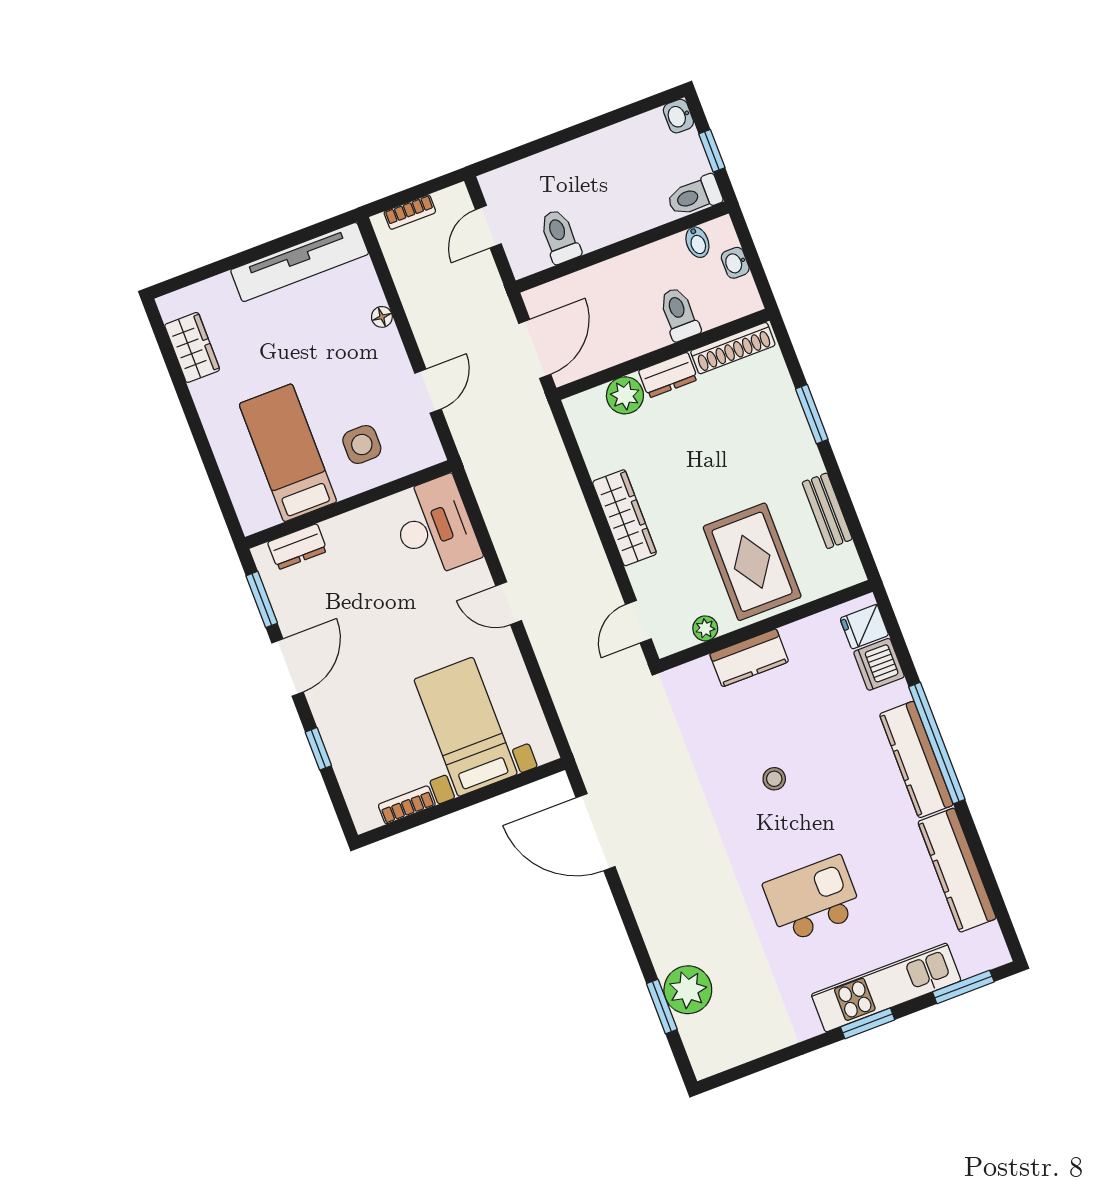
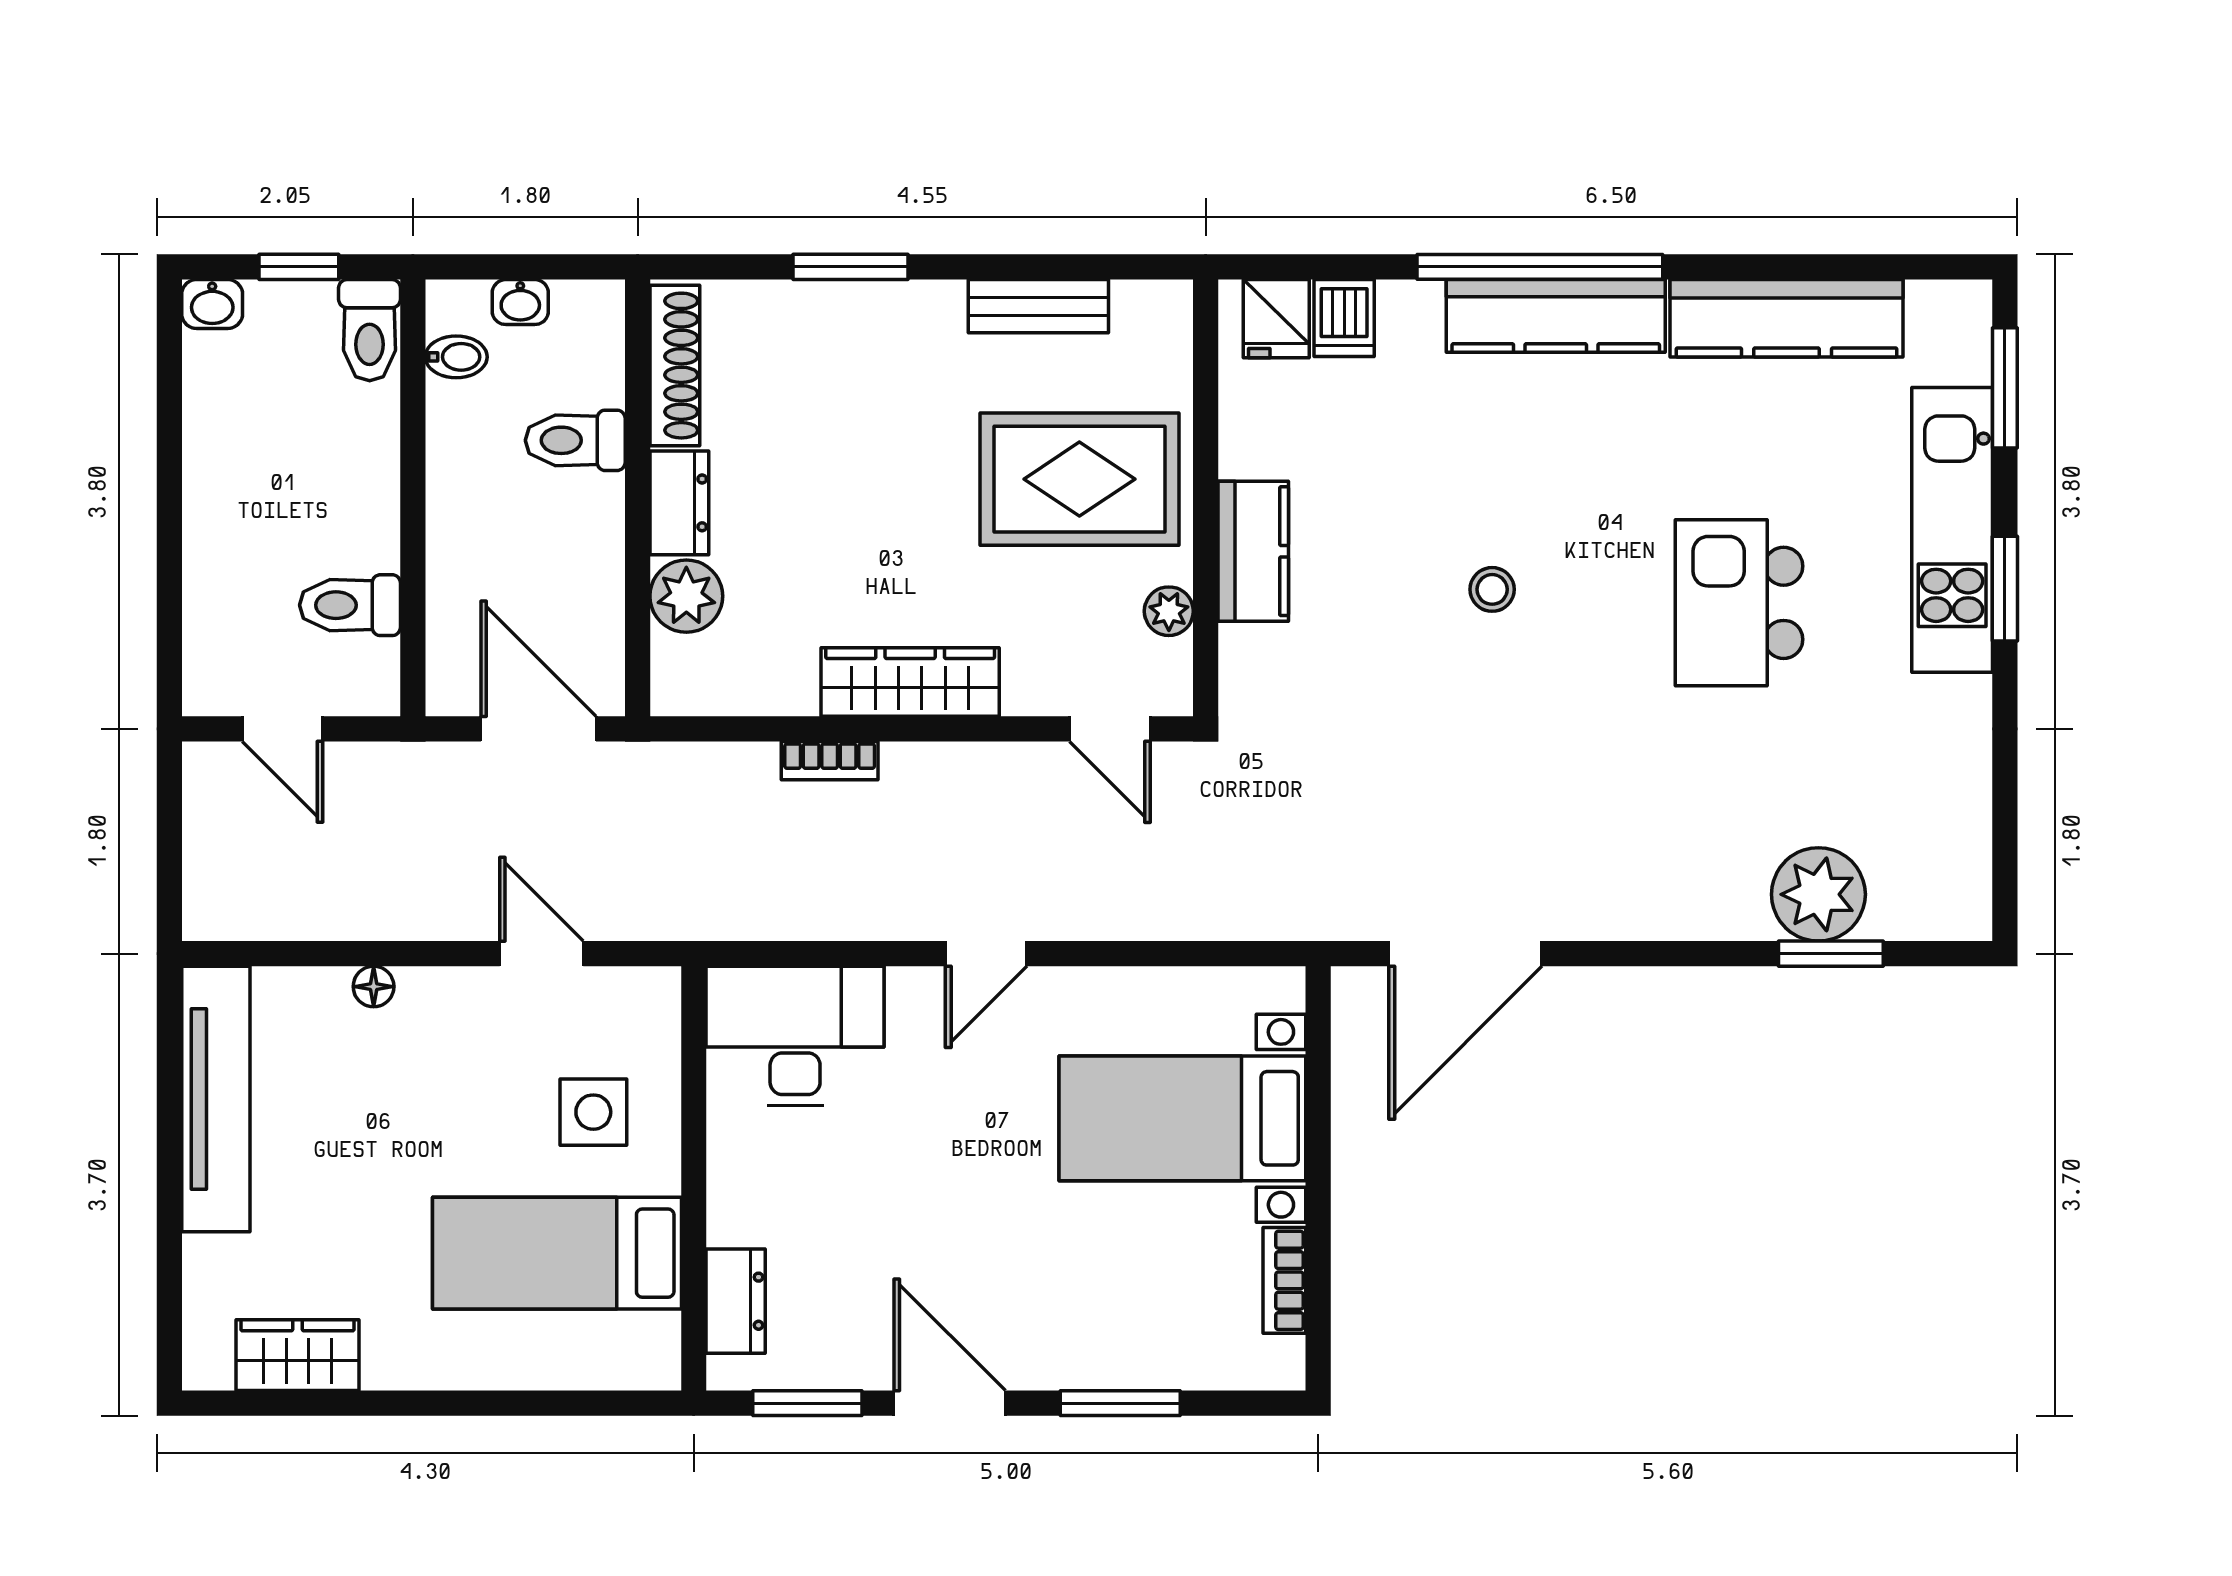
bookcase: (410, 212) -> (830, 761), moved, turned 90
dishwasher: (879, 664) -> (1344, 318), width x0.73
window: (318, 749) -> (1120, 1403), width x1.50

